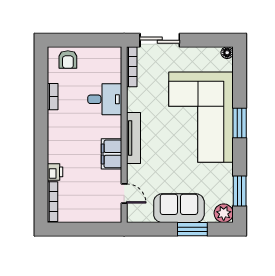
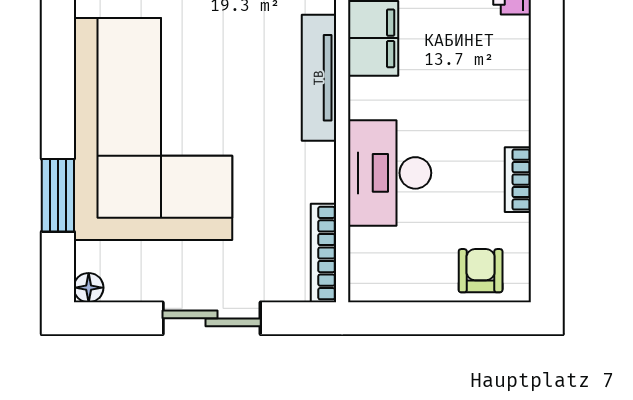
sliding door: (160, 40) -> (212, 318), moved
desk: (105, 99) -> (390, 173), width x1.37
window: (240, 123) -> (58, 195), moved

